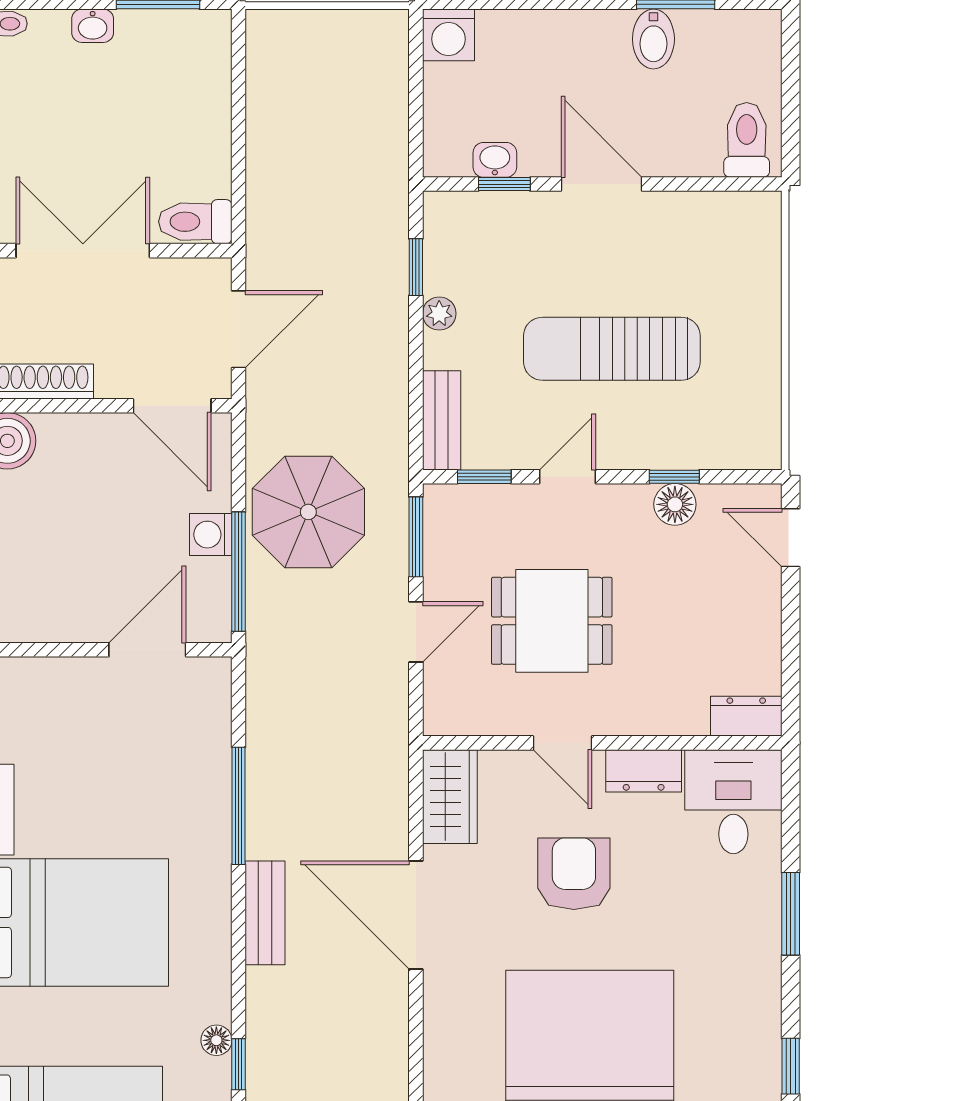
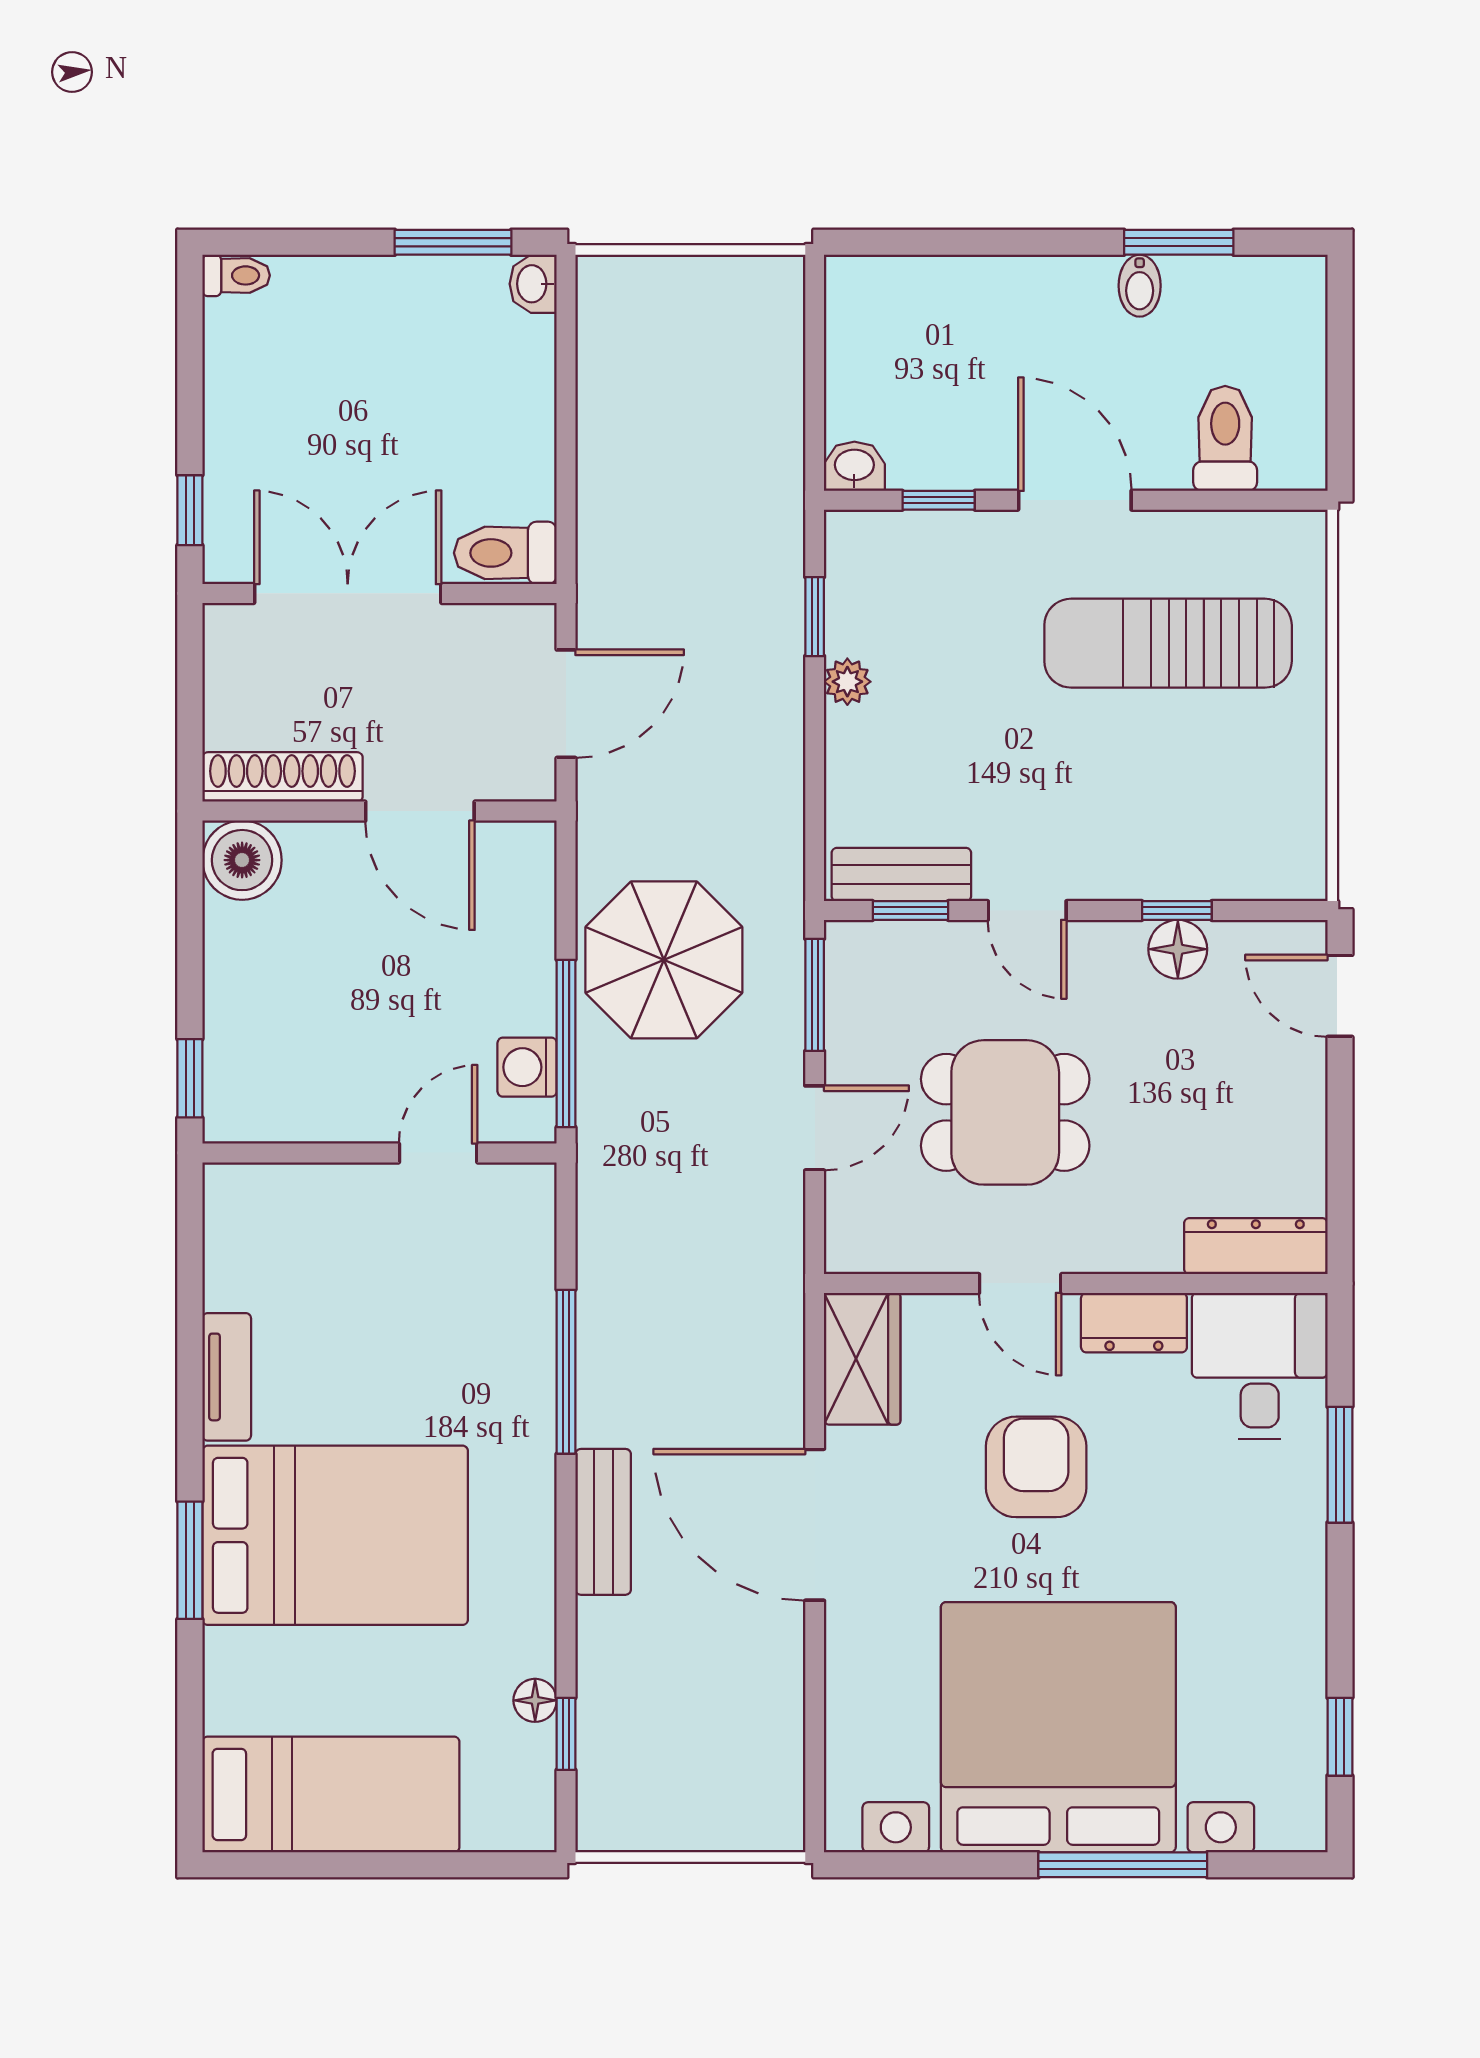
washbasin: (93, 26) -> (533, 284), moved, turned 90
washing machine: (448, 35) -> (860, 291), removed
bidet: (653, 39) -> (1140, 286), width x0.72, depth x0.74
toilet: (747, 140) -> (1225, 438), moved
washbasin: (495, 160) -> (854, 466), moved
sun lounger: (612, 349) -> (1168, 643), moved
door: (172, 406) -> (420, 811), moved
bench: (442, 420) -> (901, 875), moved, turned 90
door: (567, 477) -> (1027, 911), swing flipped
washing machine: (211, 535) -> (527, 1067), moved
door: (147, 650) -> (438, 1153), width x0.73
dresser: (746, 716) -> (1256, 1246), width x1.44
window: (791, 914) -> (1340, 1465), moved

